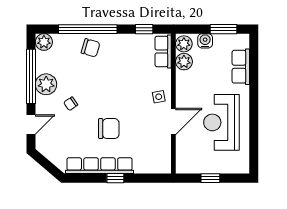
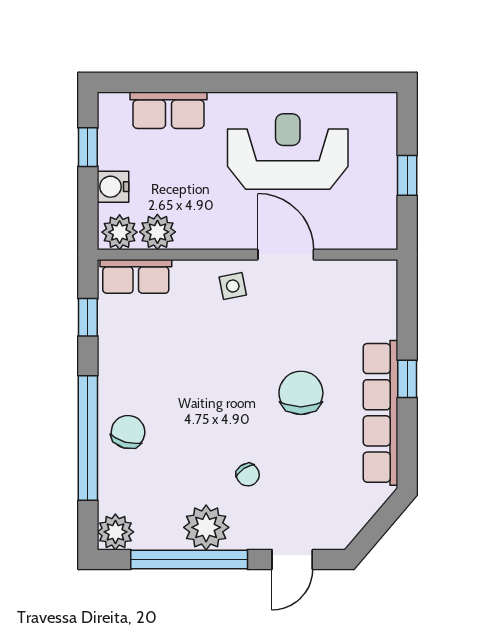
window: (224, 29) -> (88, 147), width x0.67
reception desk: (221, 122) -> (288, 152), turned 180
door: (31, 124) -> (292, 560), swing flipped

